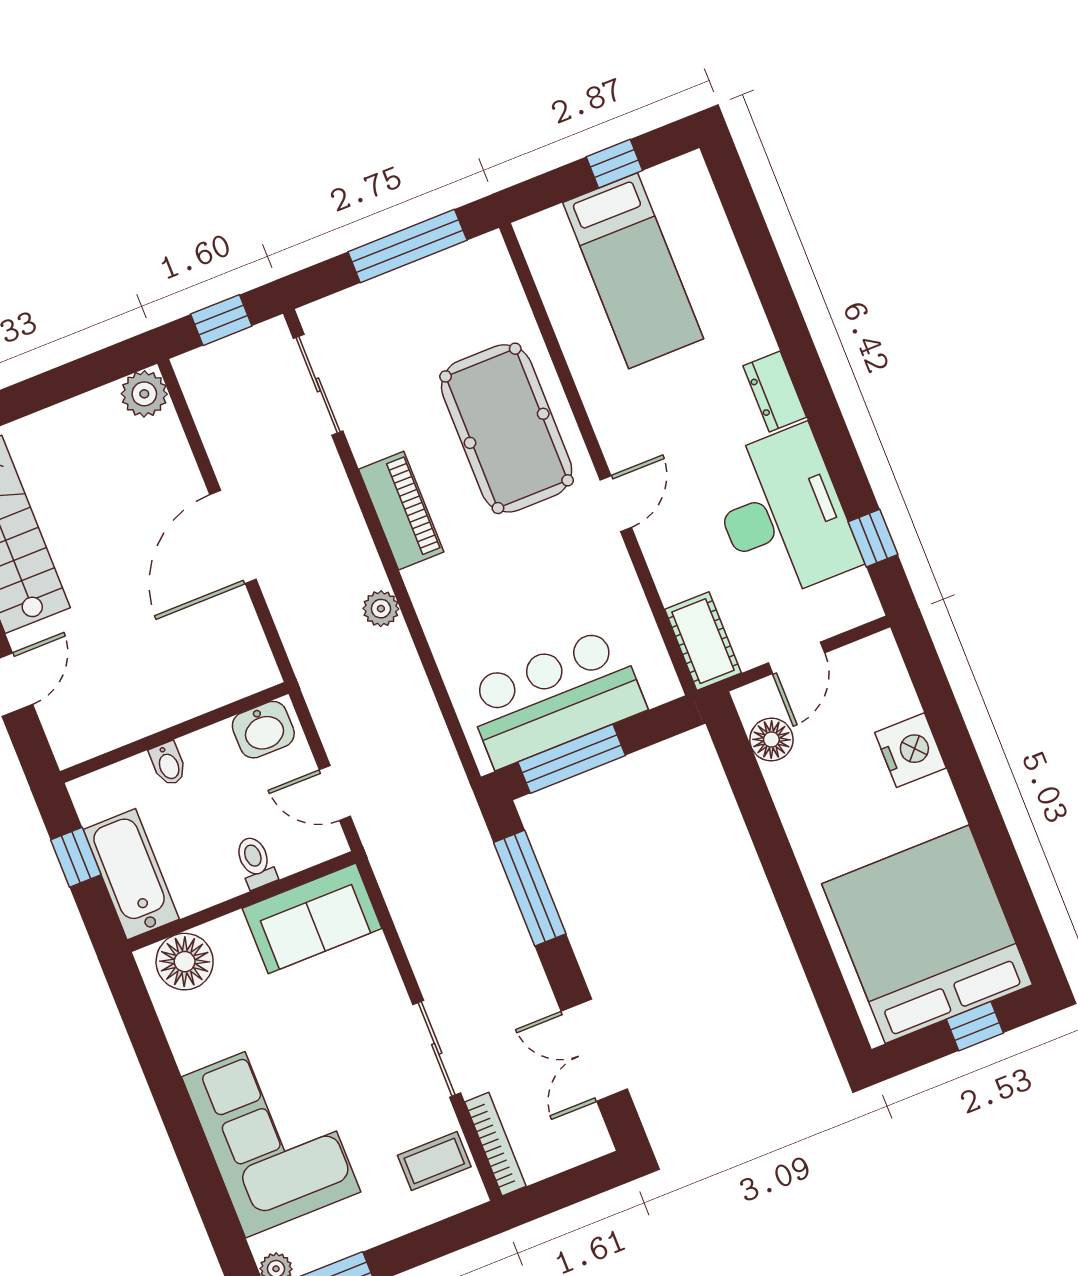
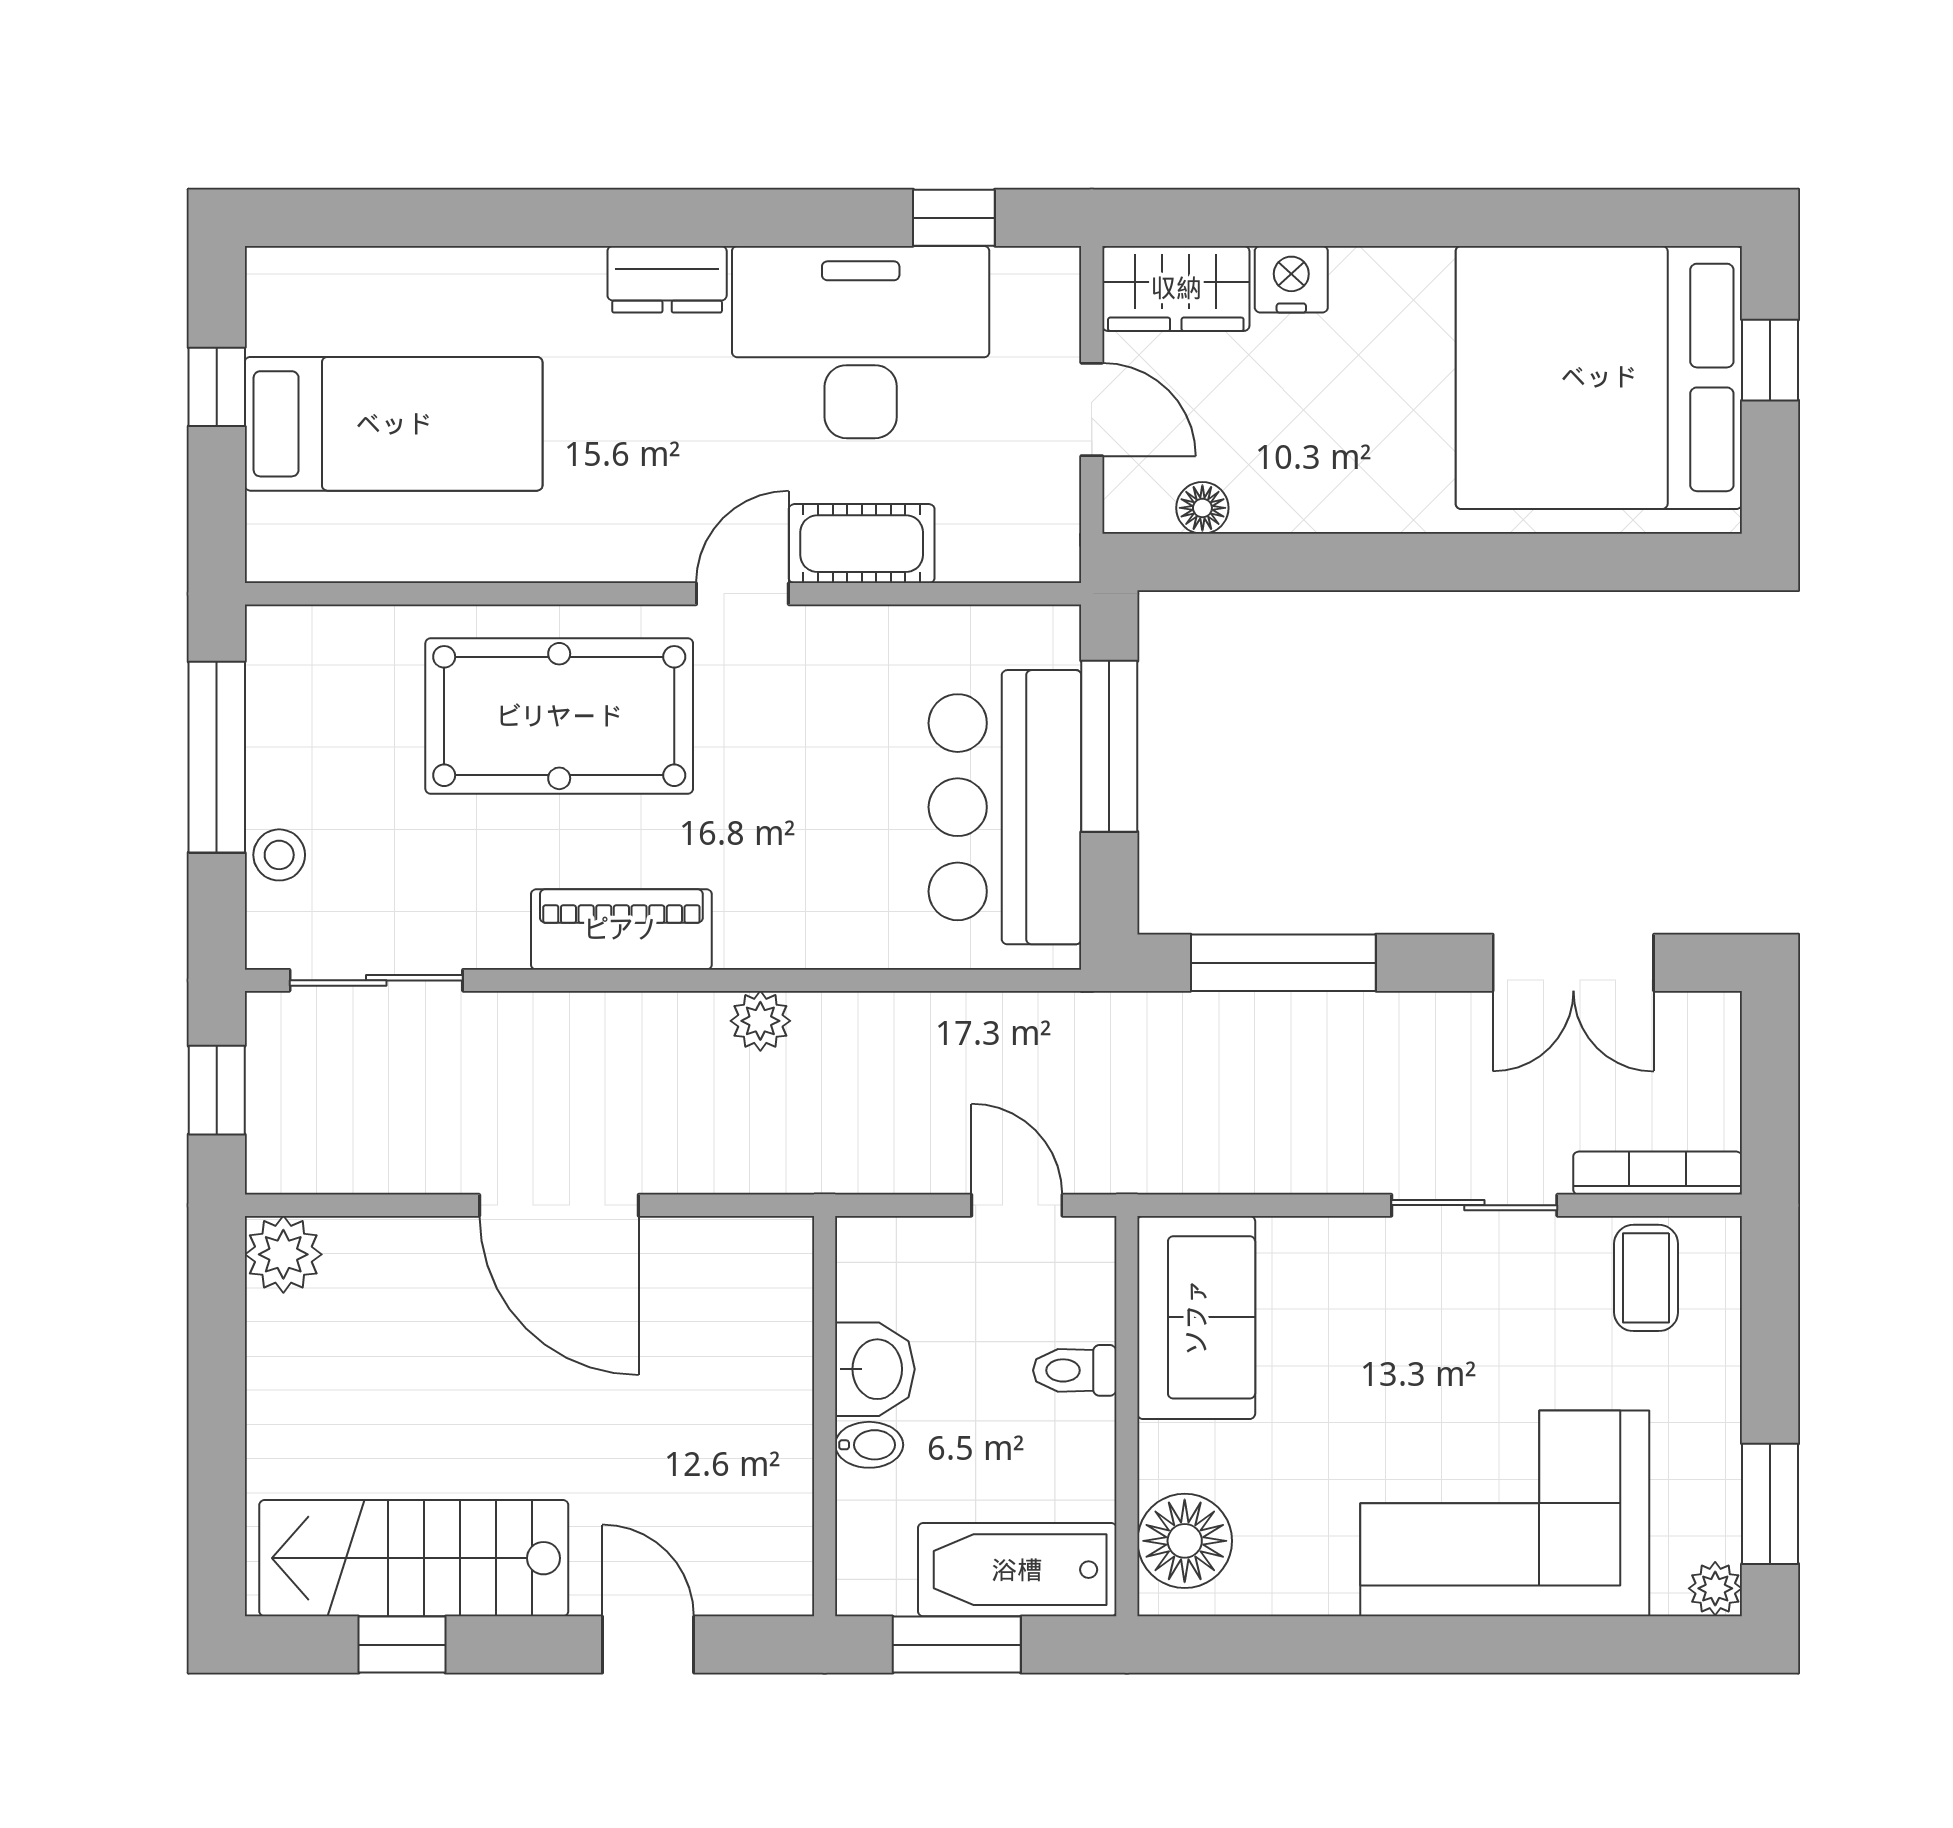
stool: (367, 303) -> (279, 855), added
door: (616, 504) -> (742, 594), hinge flipped
cot: (703, 641) -> (862, 544), moved
wardrobe: (883, 678) -> (1176, 288), added
washbasin: (263, 730) -> (875, 1369), moved
floor lamp: (771, 740) -> (1202, 508), width x0.73, depth x0.73
nightstand: (910, 750) -> (1291, 279), width x0.74, depth x0.75
window: (572, 759) -> (1109, 746), moved
door: (335, 793) -> (1017, 1205), swing flipped
window: (76, 857) -> (957, 1645), width x1.50

